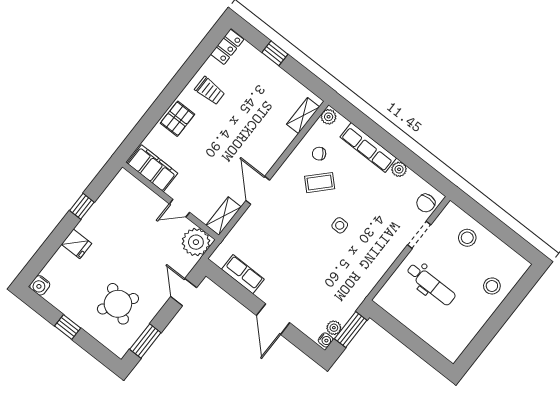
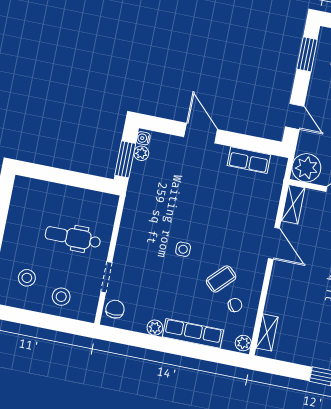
stool: (492, 286) -> (27, 278), moved

